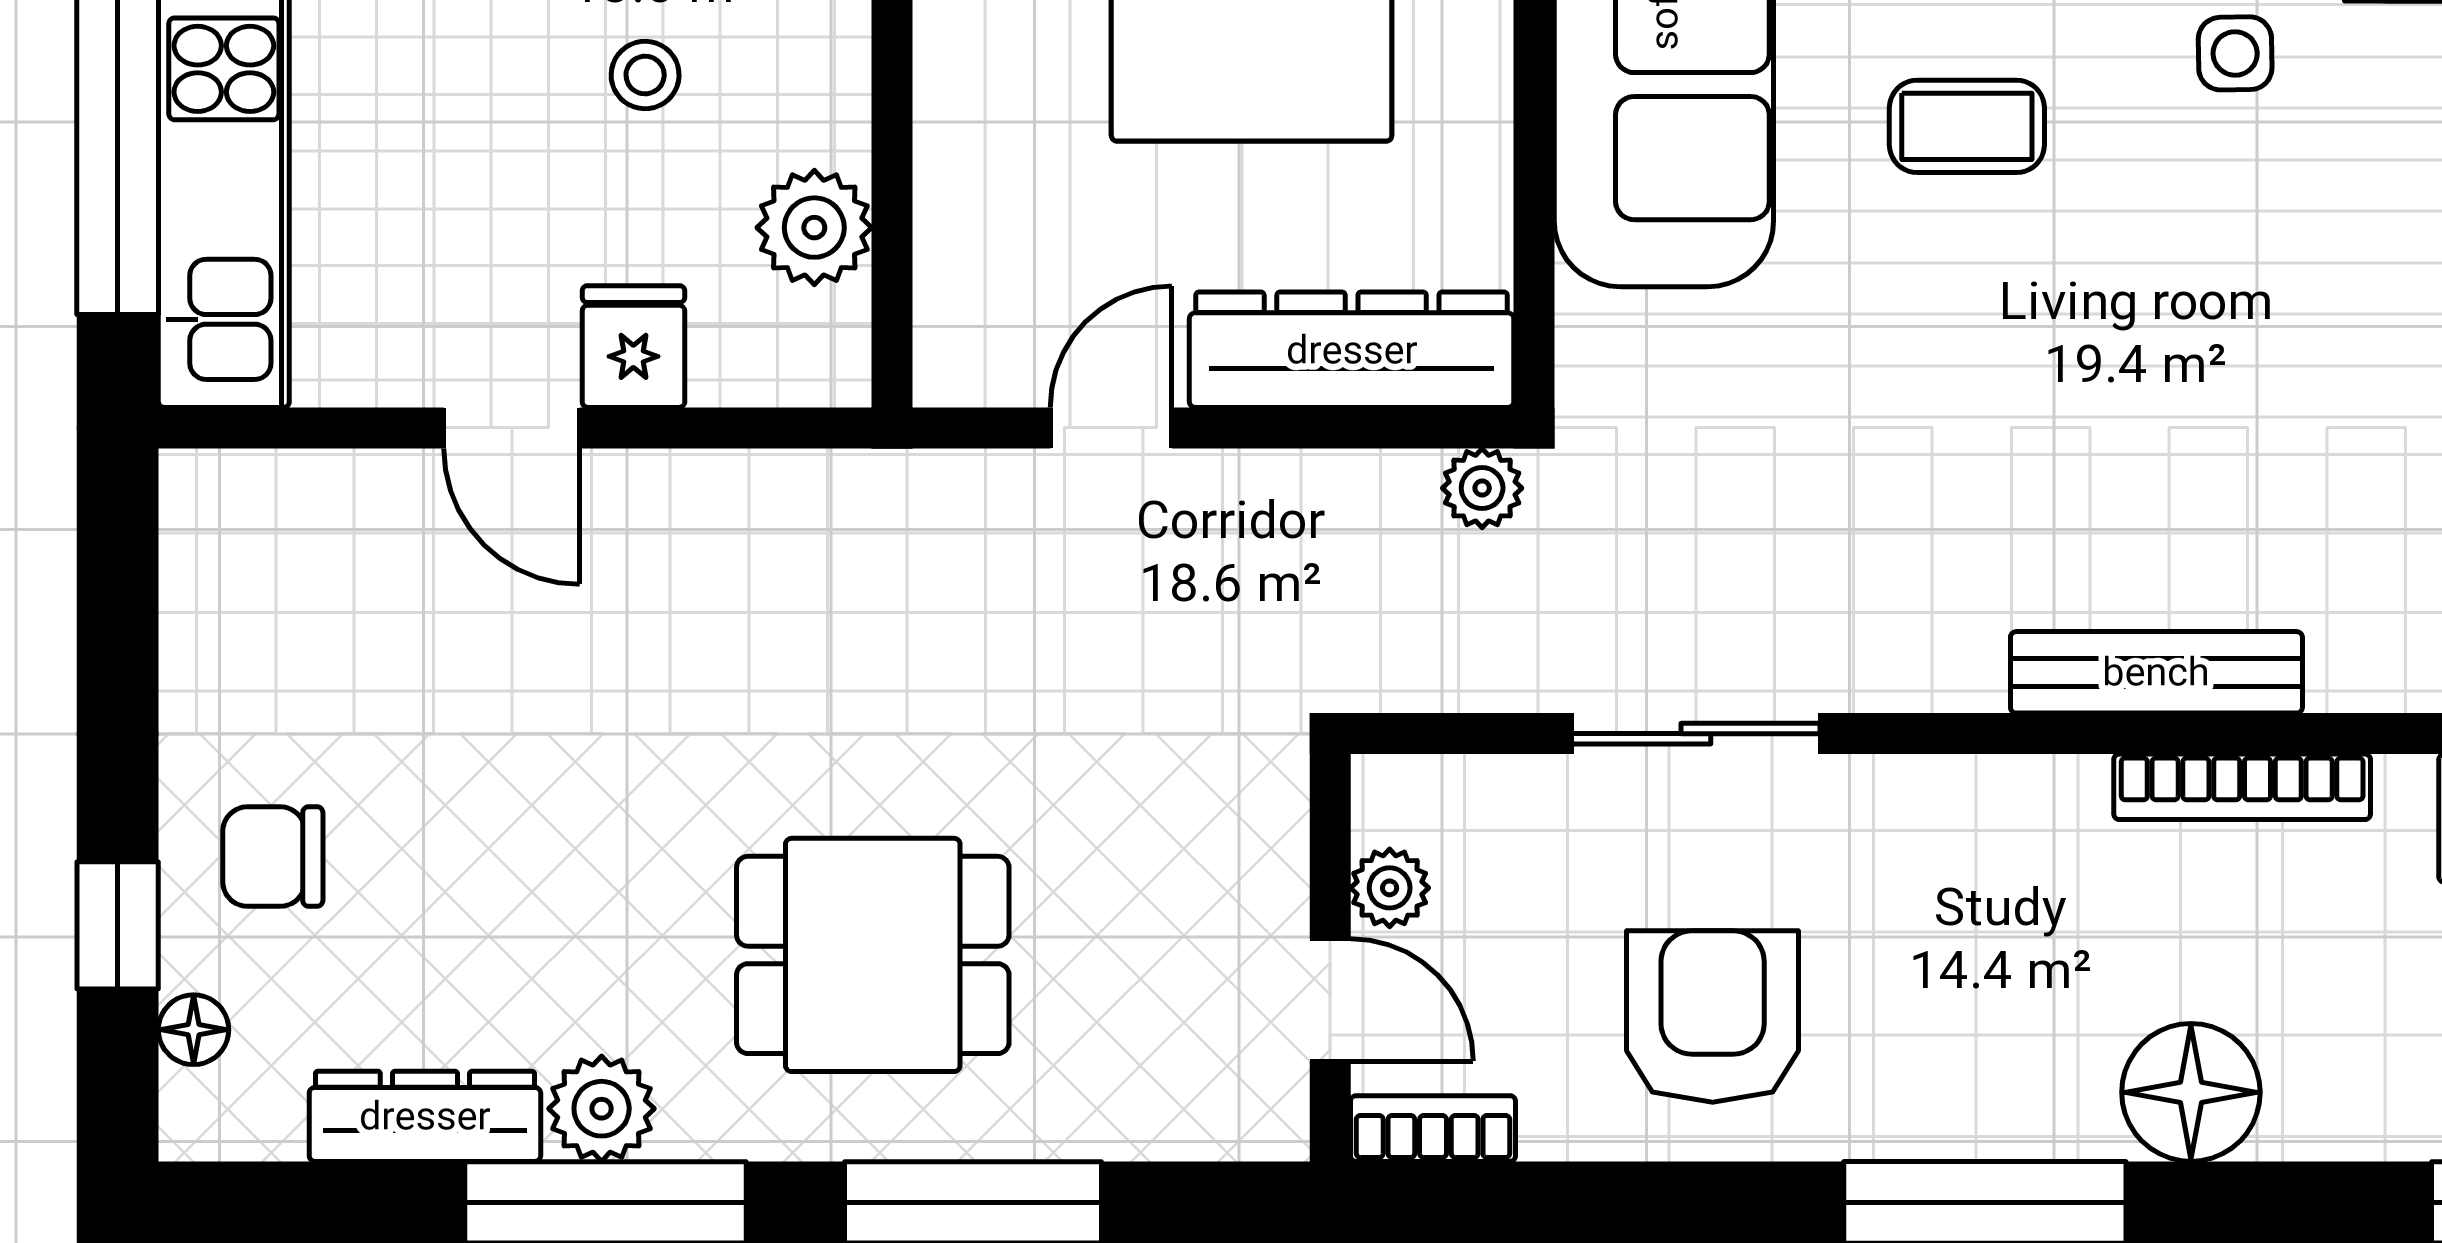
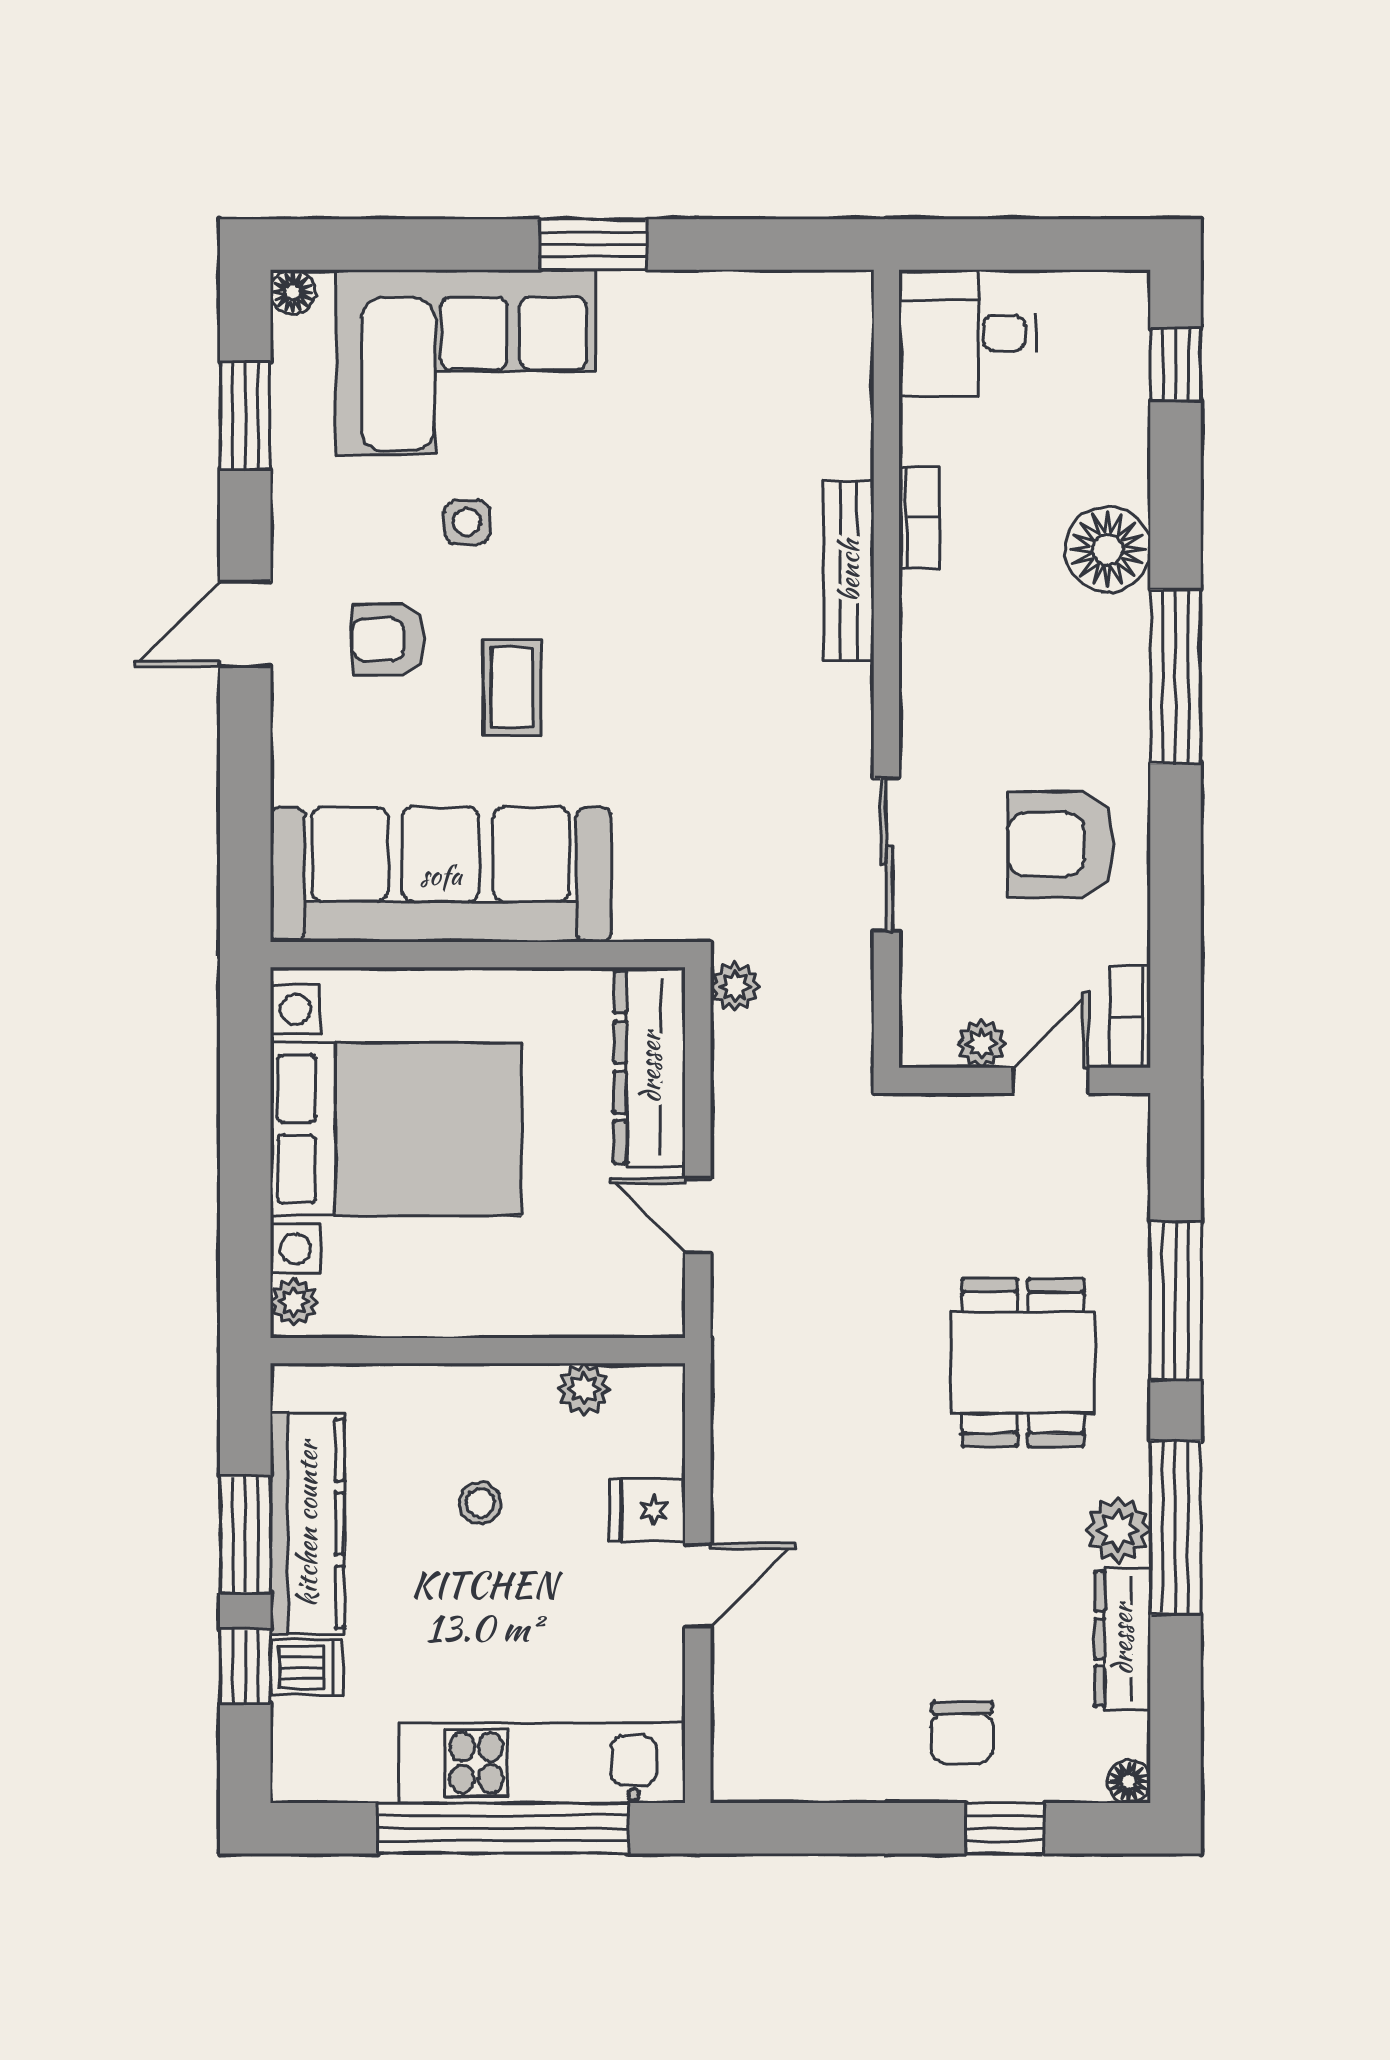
plant: (814, 228) -> (584, 1389), width x0.73, depth x0.73
bookcase: (2242, 787) -> (919, 518), width x0.64
floor lamp: (194, 1030) -> (1129, 1782), moved

